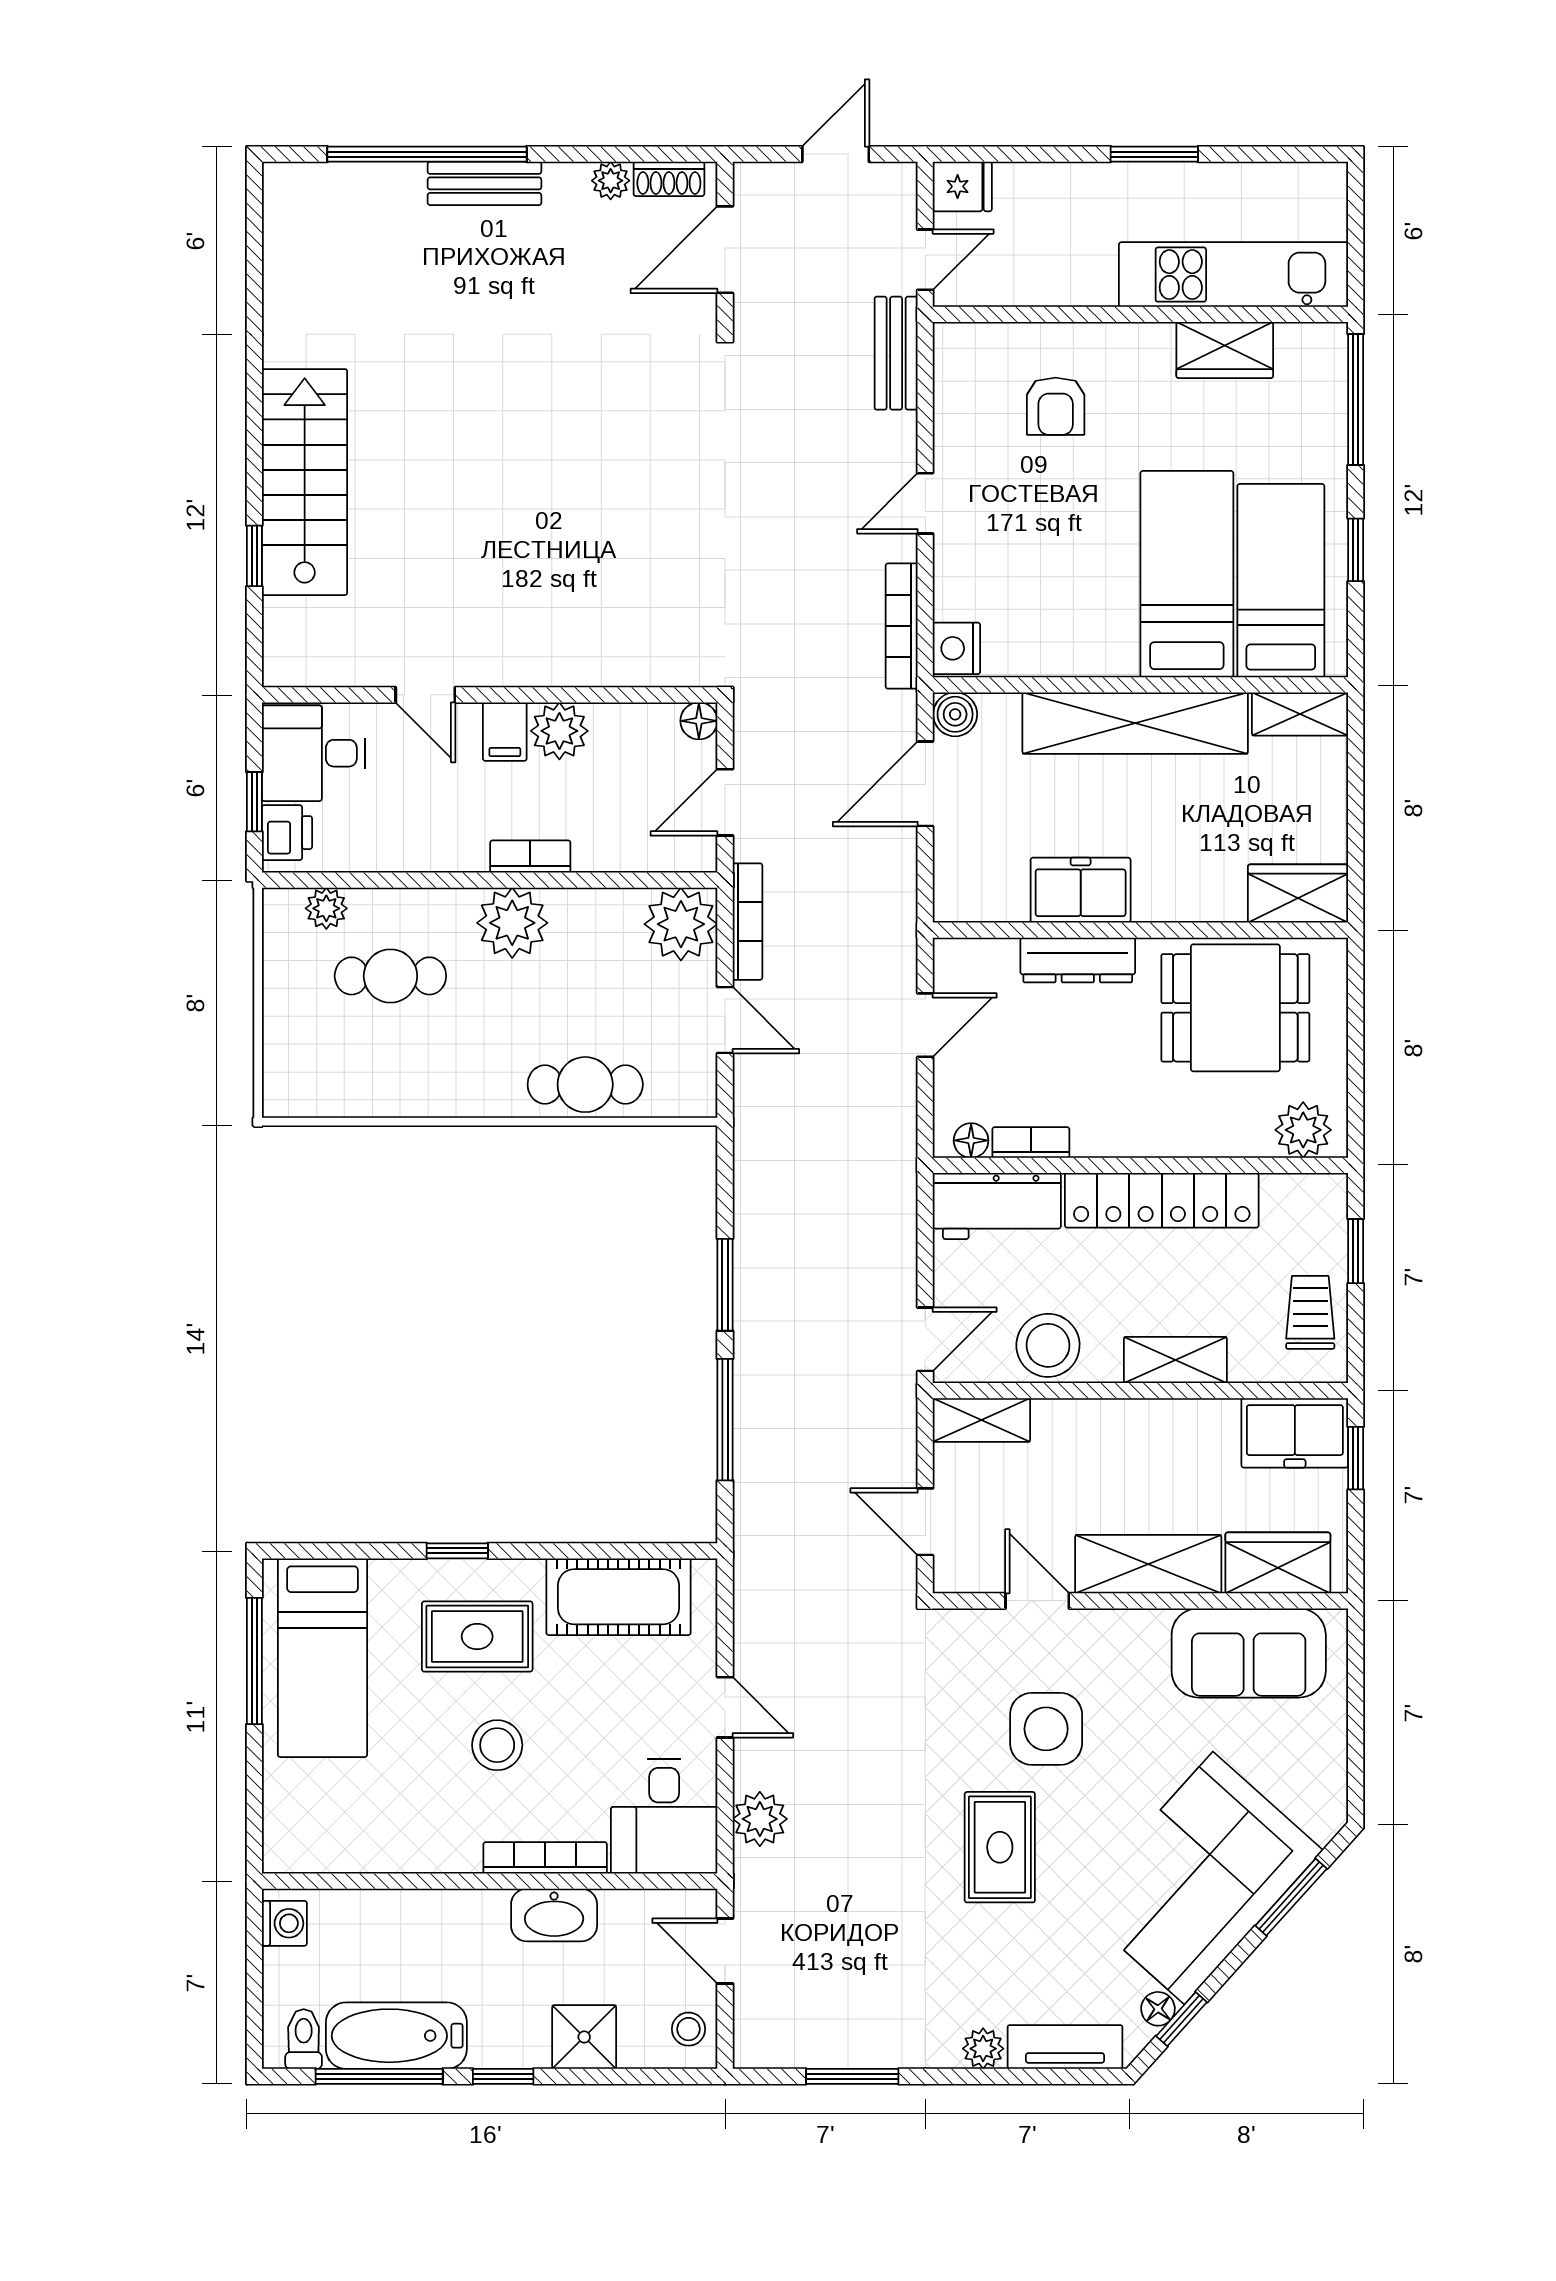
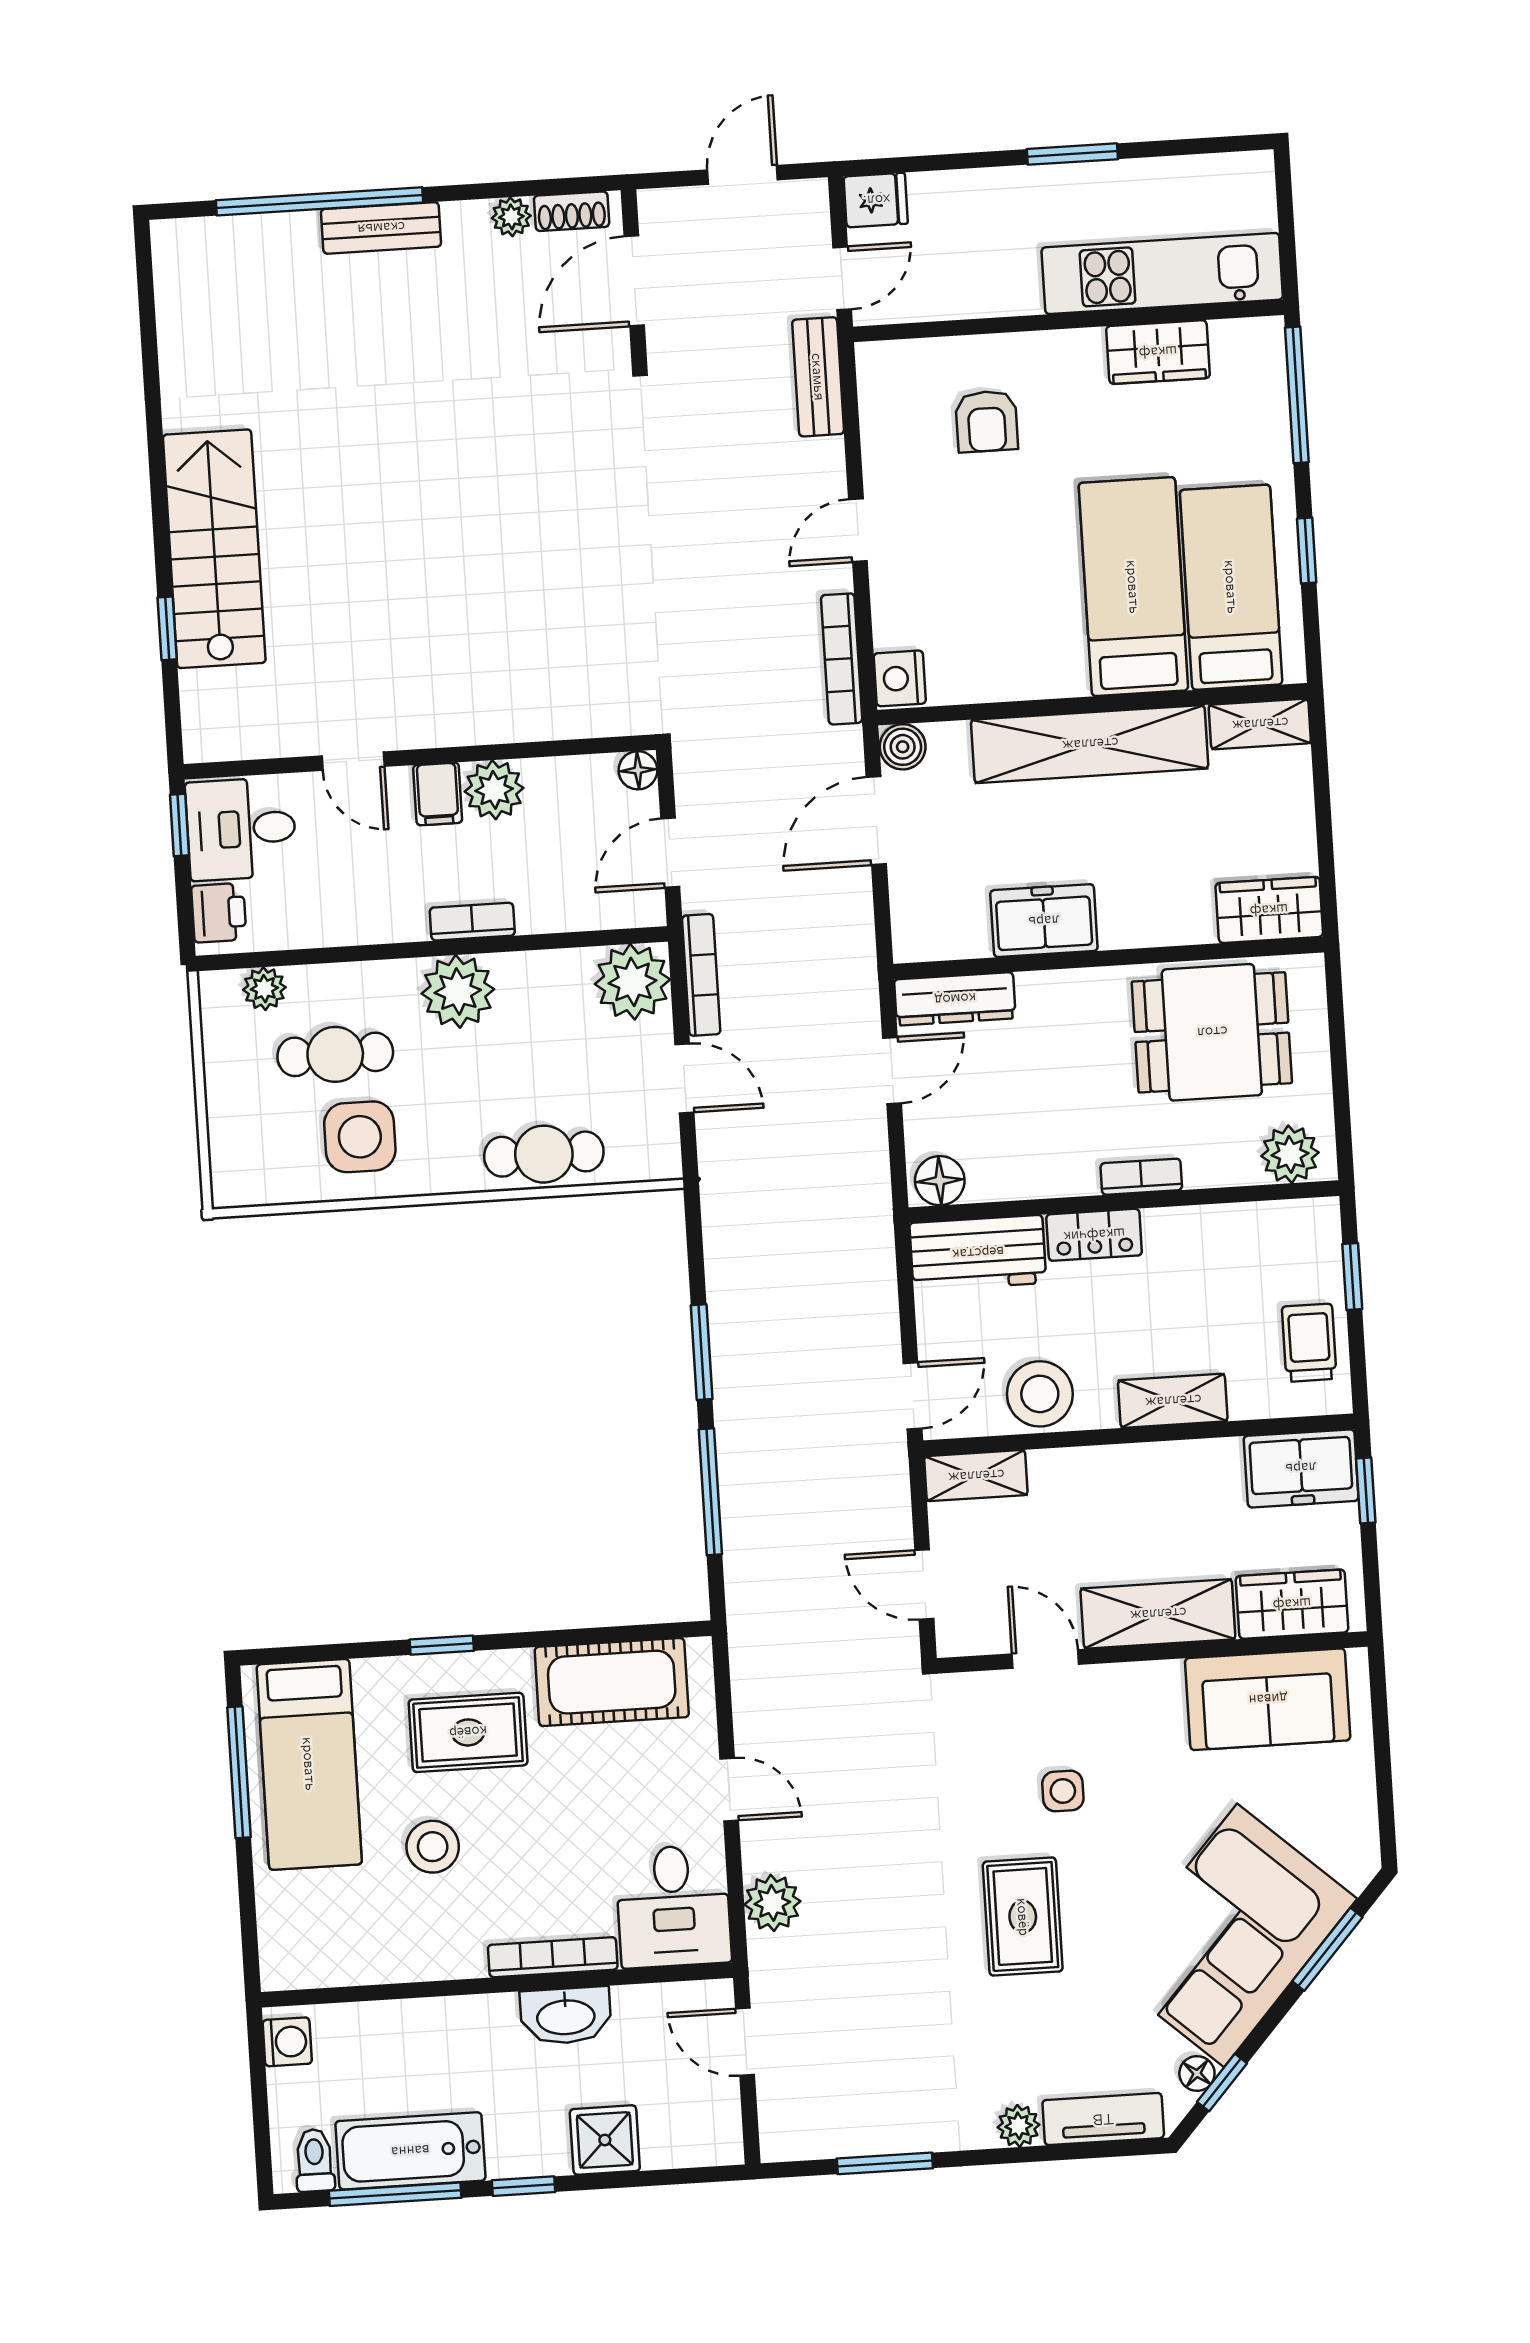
window: (254, 802) -> (179, 825), moved
dresser: (1078, 960) -> (955, 999), moved
side table: (409, 1057) -> (360, 1137), added
floor lamp: (971, 1140) -> (940, 1181), width x1.37, depth x1.37
bookcase: (1031, 1142) -> (1141, 1177), moved
locker: (1162, 1200) -> (1094, 1235), width x0.46, depth x0.83
side table: (1046, 1729) -> (1063, 1791), width x0.54, depth x0.54
stool: (497, 1745) -> (433, 1847), moved
stool: (689, 2029) -> (712, 2125), removed

